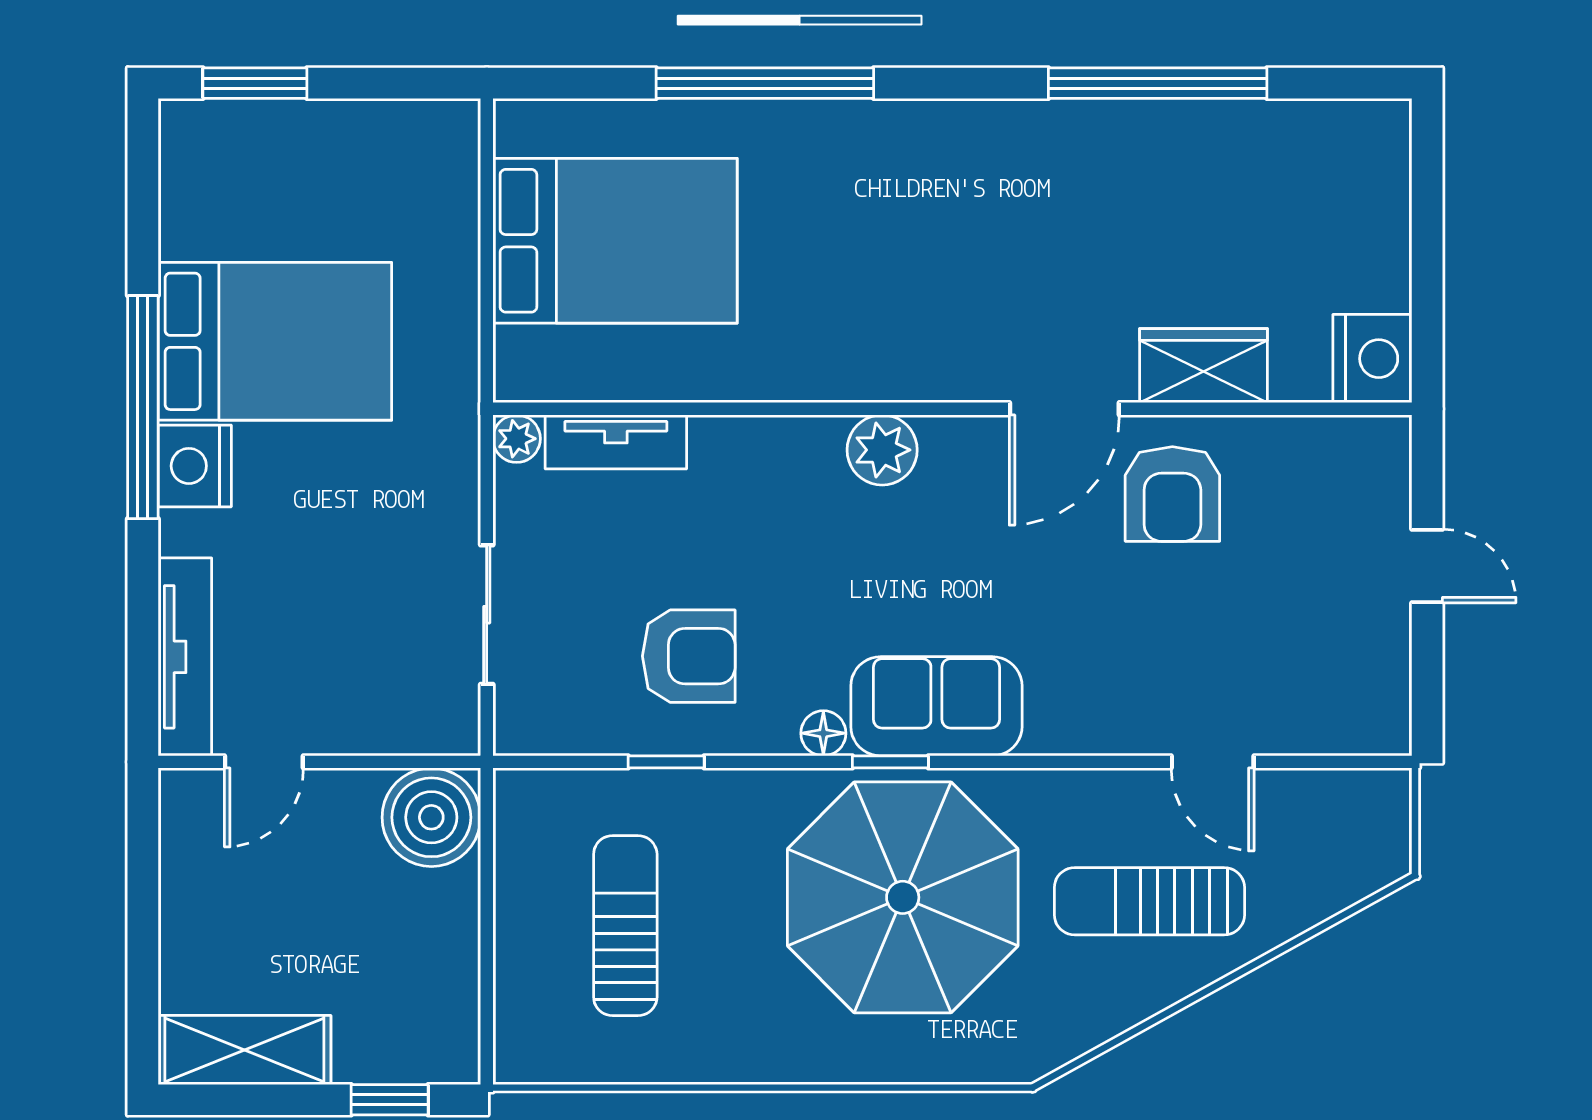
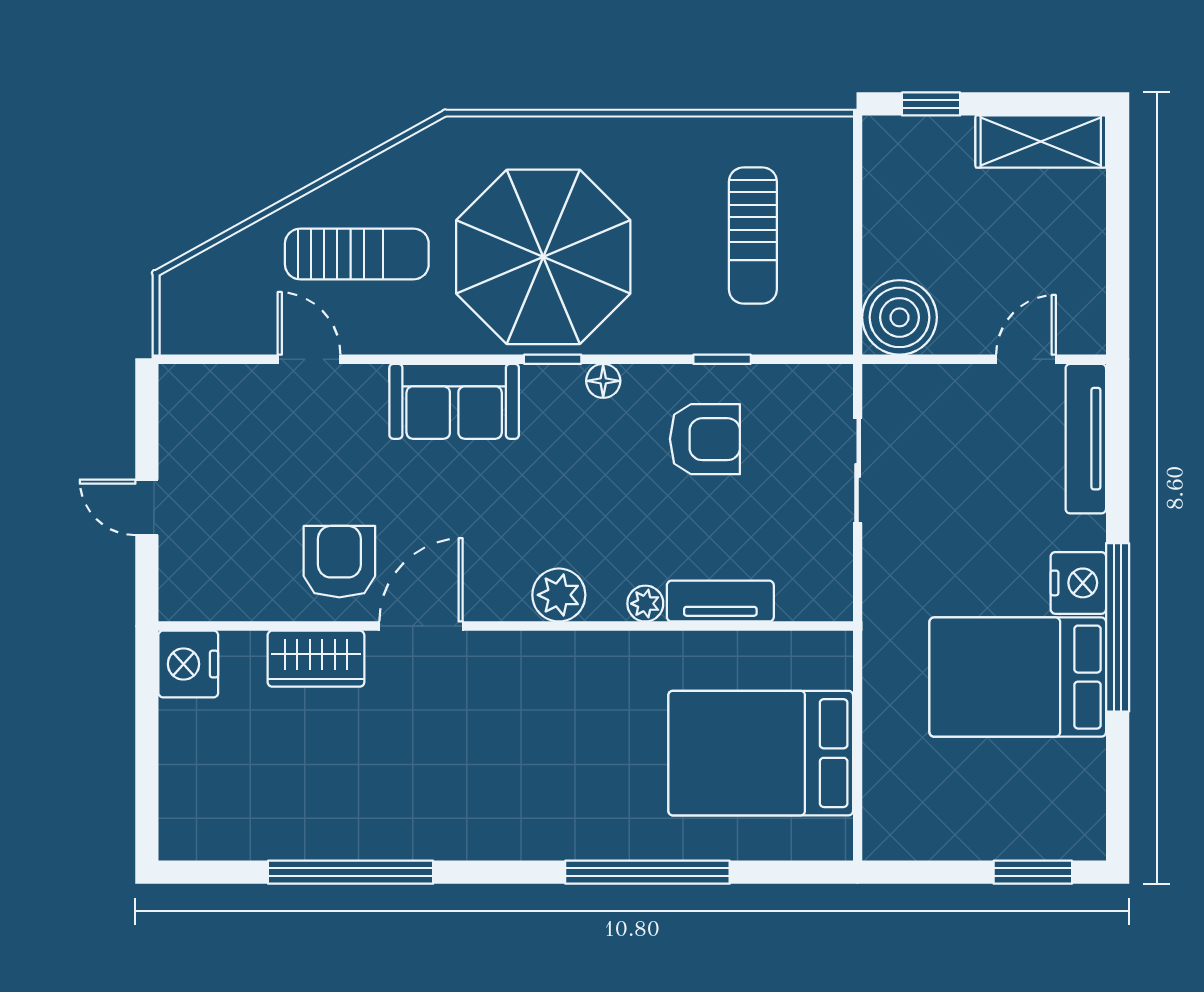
plant: (517, 439) -> (645, 604), moved
tv unit: (616, 442) -> (720, 601), moved
armchair: (689, 656) -> (705, 439), turned 180
sofa: (936, 706) -> (454, 401), moved

